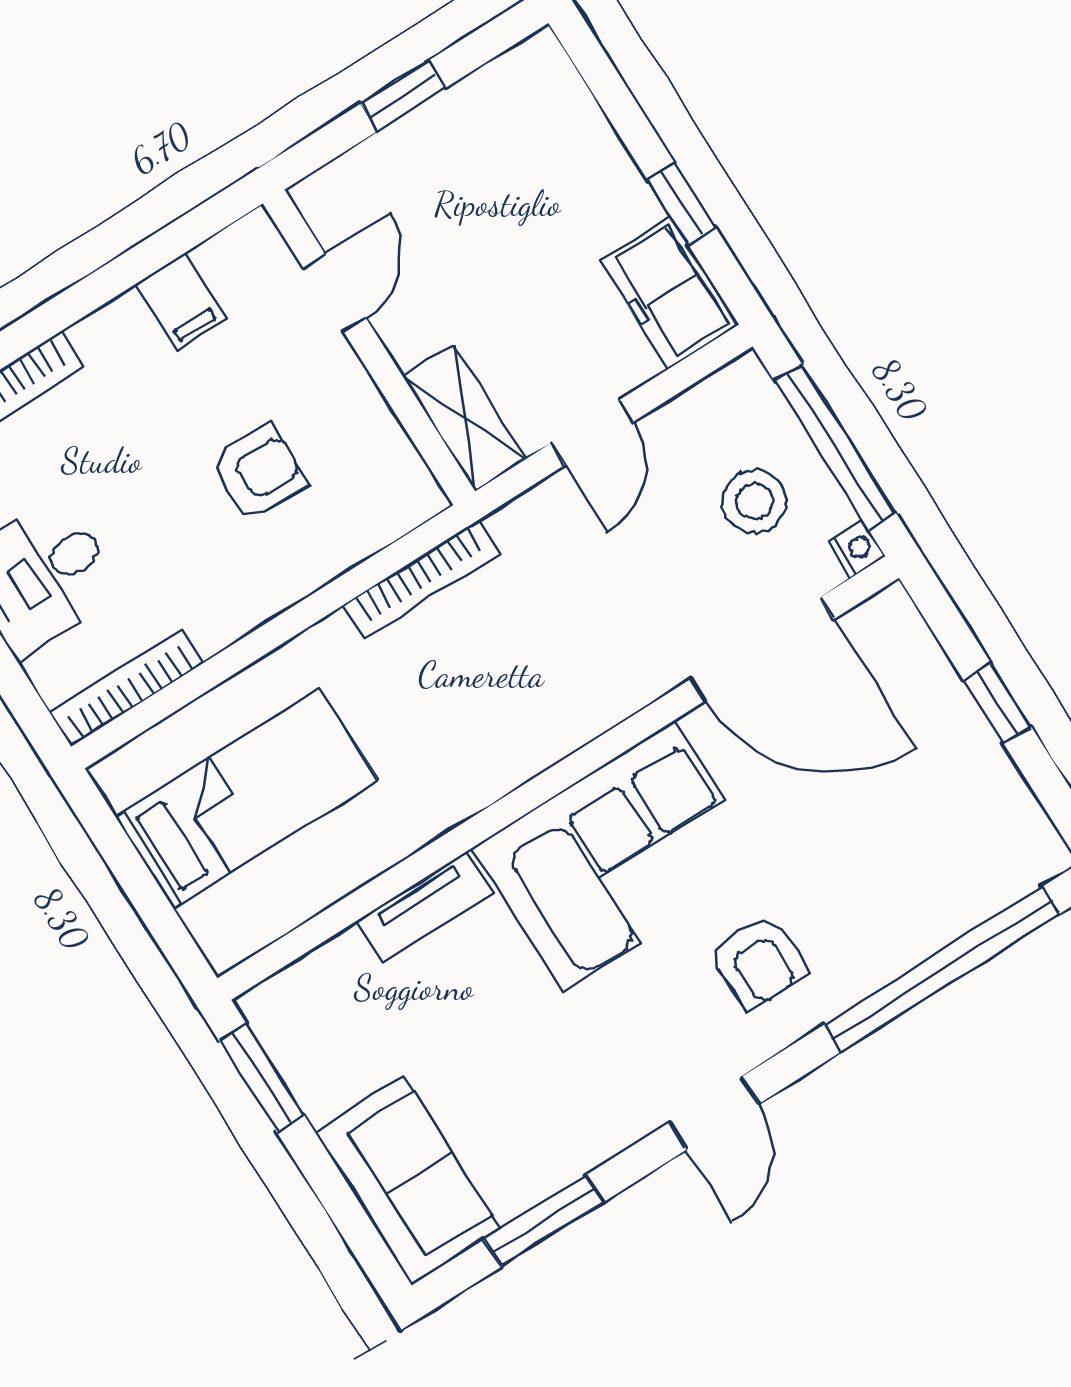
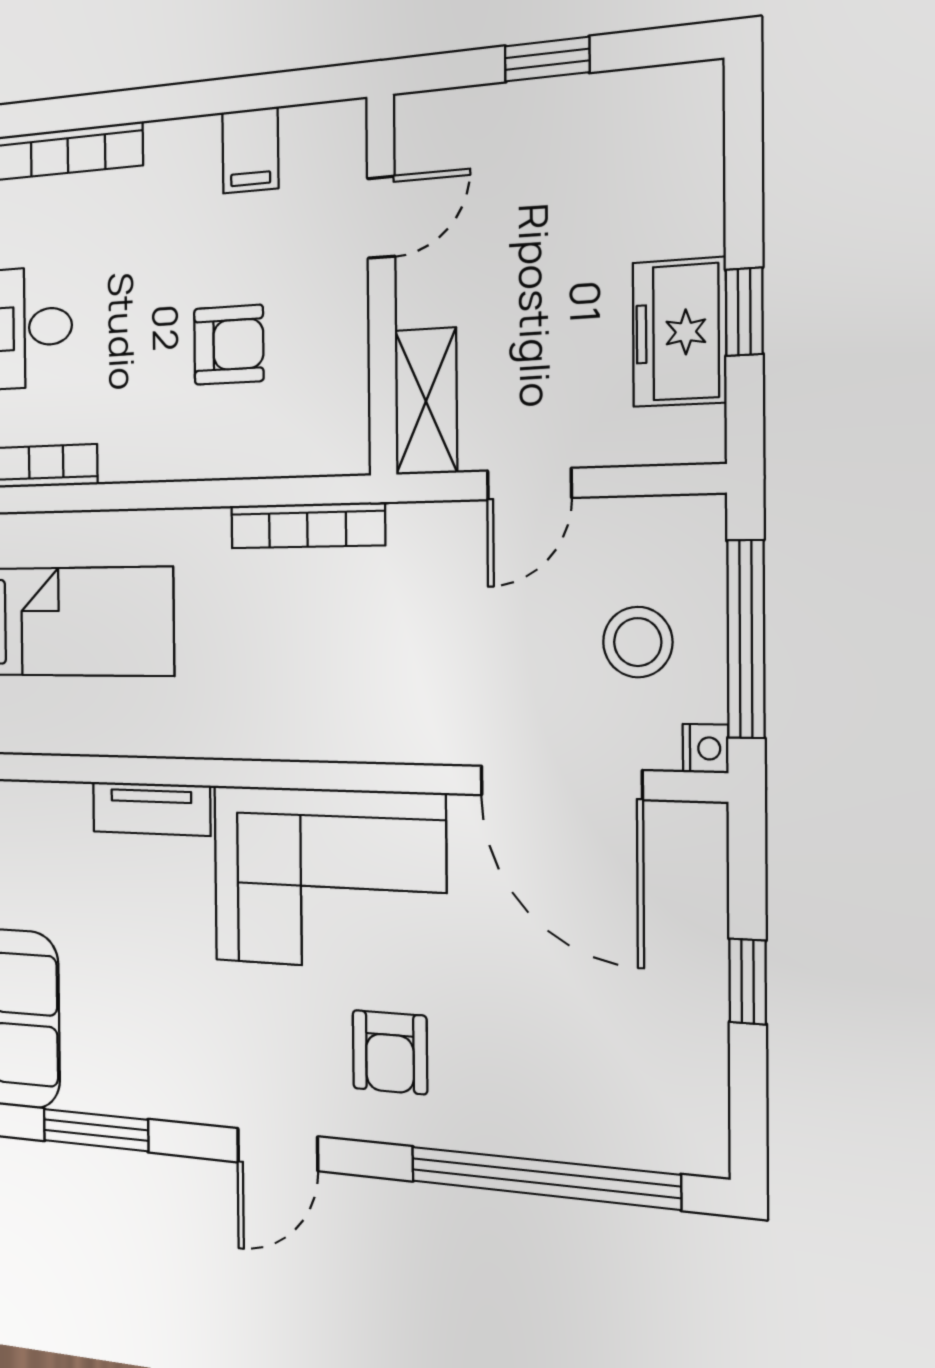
freezer: (669, 292) -> (679, 332), moved

